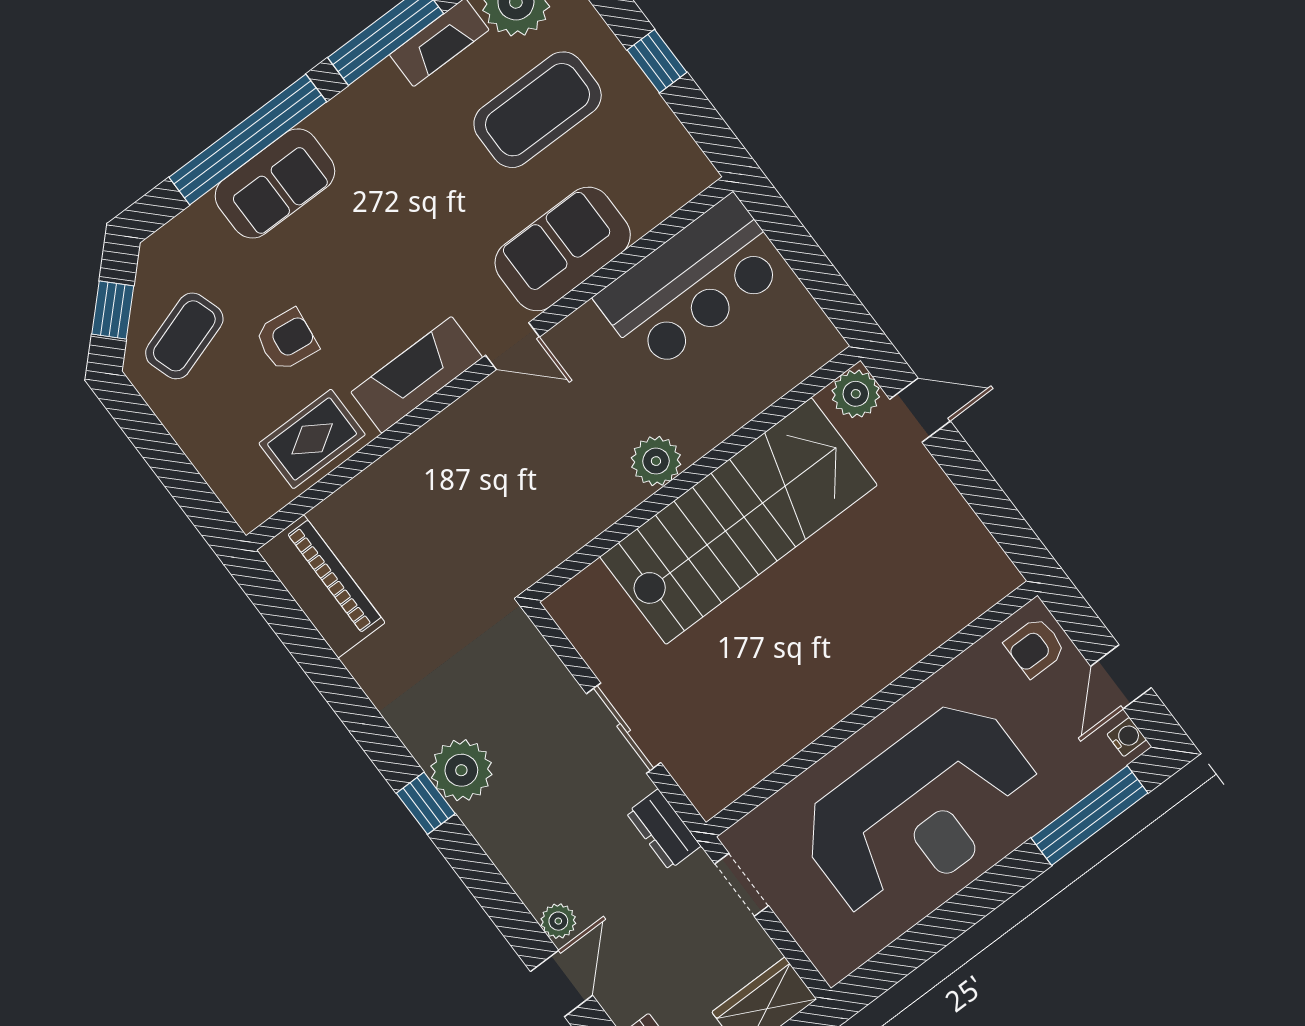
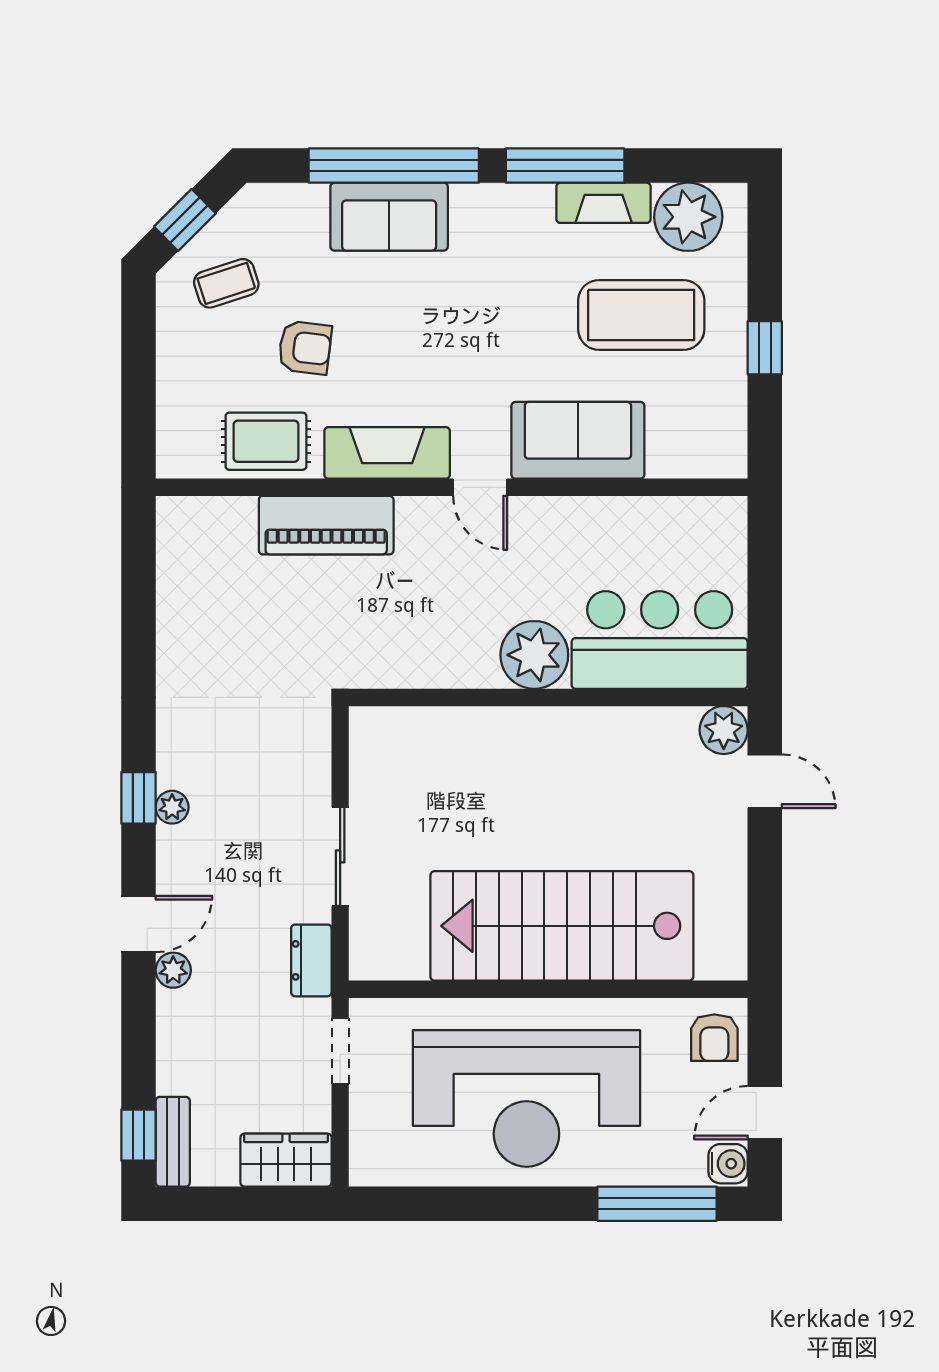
bar counter: (692, 283) -> (660, 640), moved, turned 180
coffee table: (184, 336) -> (226, 283), width x0.73, depth x0.77
plant: (656, 461) -> (534, 655), width x1.36, depth x1.36
stairs: (739, 521) -> (562, 926), moved, turned 180
piano: (321, 586) -> (326, 525), moved, turned 90
armchair: (1035, 647) -> (714, 1038), turned -90
water cooler: (1127, 737) -> (728, 1164), width x1.38, depth x1.38
plant: (461, 770) -> (172, 807), width x0.53, depth x0.53
door: (561, 983) -> (138, 924), moved

